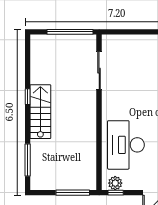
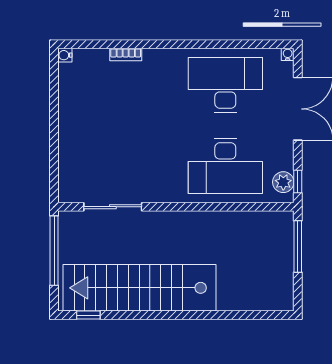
window: (28, 97) -> (88, 315), moved
stairs: (40, 112) -> (140, 288), width x1.86, depth x1.51
window: (28, 160) -> (248, 315), removed

